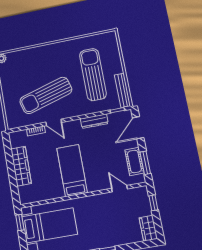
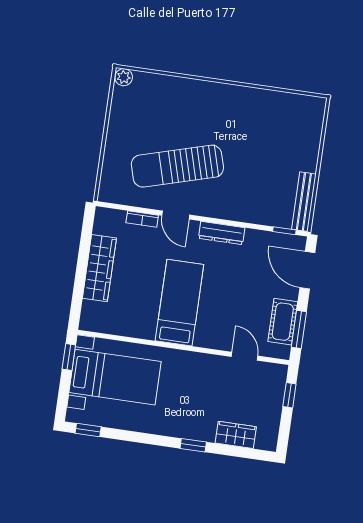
sun lounger: (93, 75) -> (266, 159), removed
dresser: (94, 121) -> (222, 233), moved
door: (138, 128) -> (307, 270), hinge flipped
wardrobe: (148, 228) -> (236, 435), moved, turned 90

